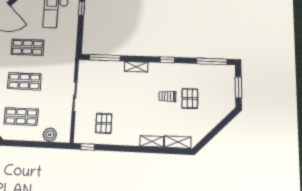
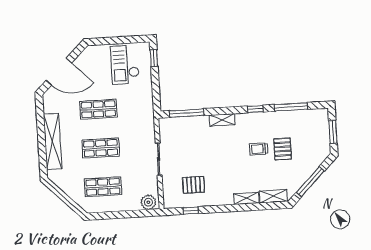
window: (212, 61) -> (291, 107), moved
pallet: (104, 123) -> (194, 185), turned 90
window: (214, 132) -> (310, 182), added
plant: (50, 135) -> (148, 202), moved
window: (87, 147) -> (191, 211), moved

